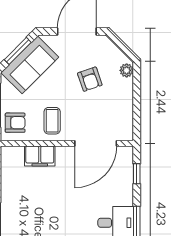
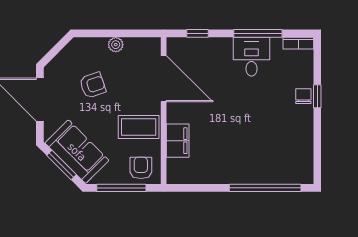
plant: (127, 70) -> (116, 45), moved
coffee table: (52, 121) -> (139, 127), width x1.36, depth x1.30

